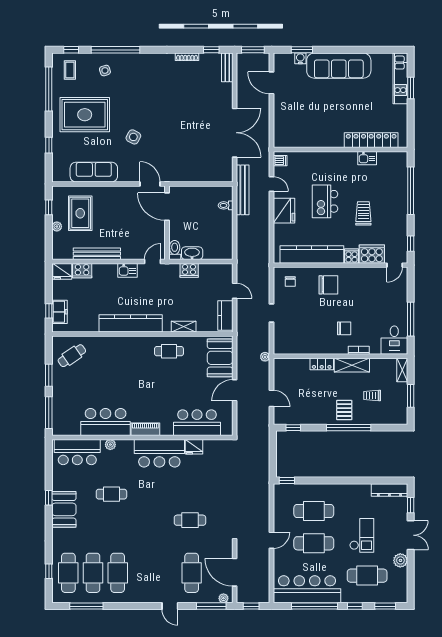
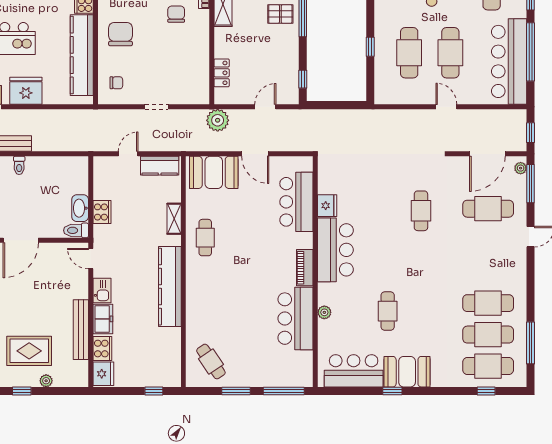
freezer: (59, 312) -> (103, 319), moved, turned 90
plant: (265, 357) -> (218, 120), width x1.88, depth x1.88
locker: (322, 364) -> (222, 73), moved
bar counter: (77, 452) -> (354, 371), moved, turned -90
window: (287, 481) -> (370, 47), moved

